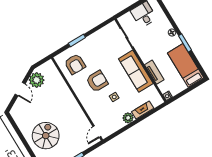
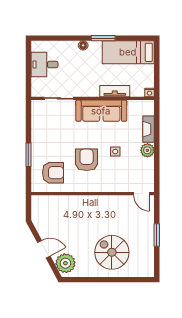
plant: (37, 80) -> (65, 263), moved

